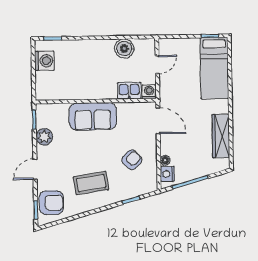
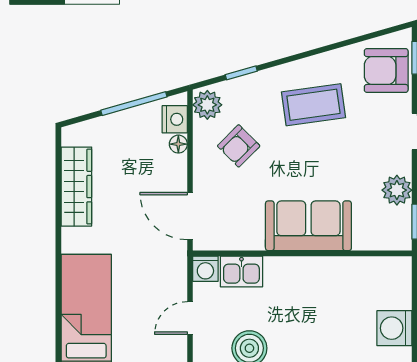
plant: (149, 182) -> (207, 105), added

